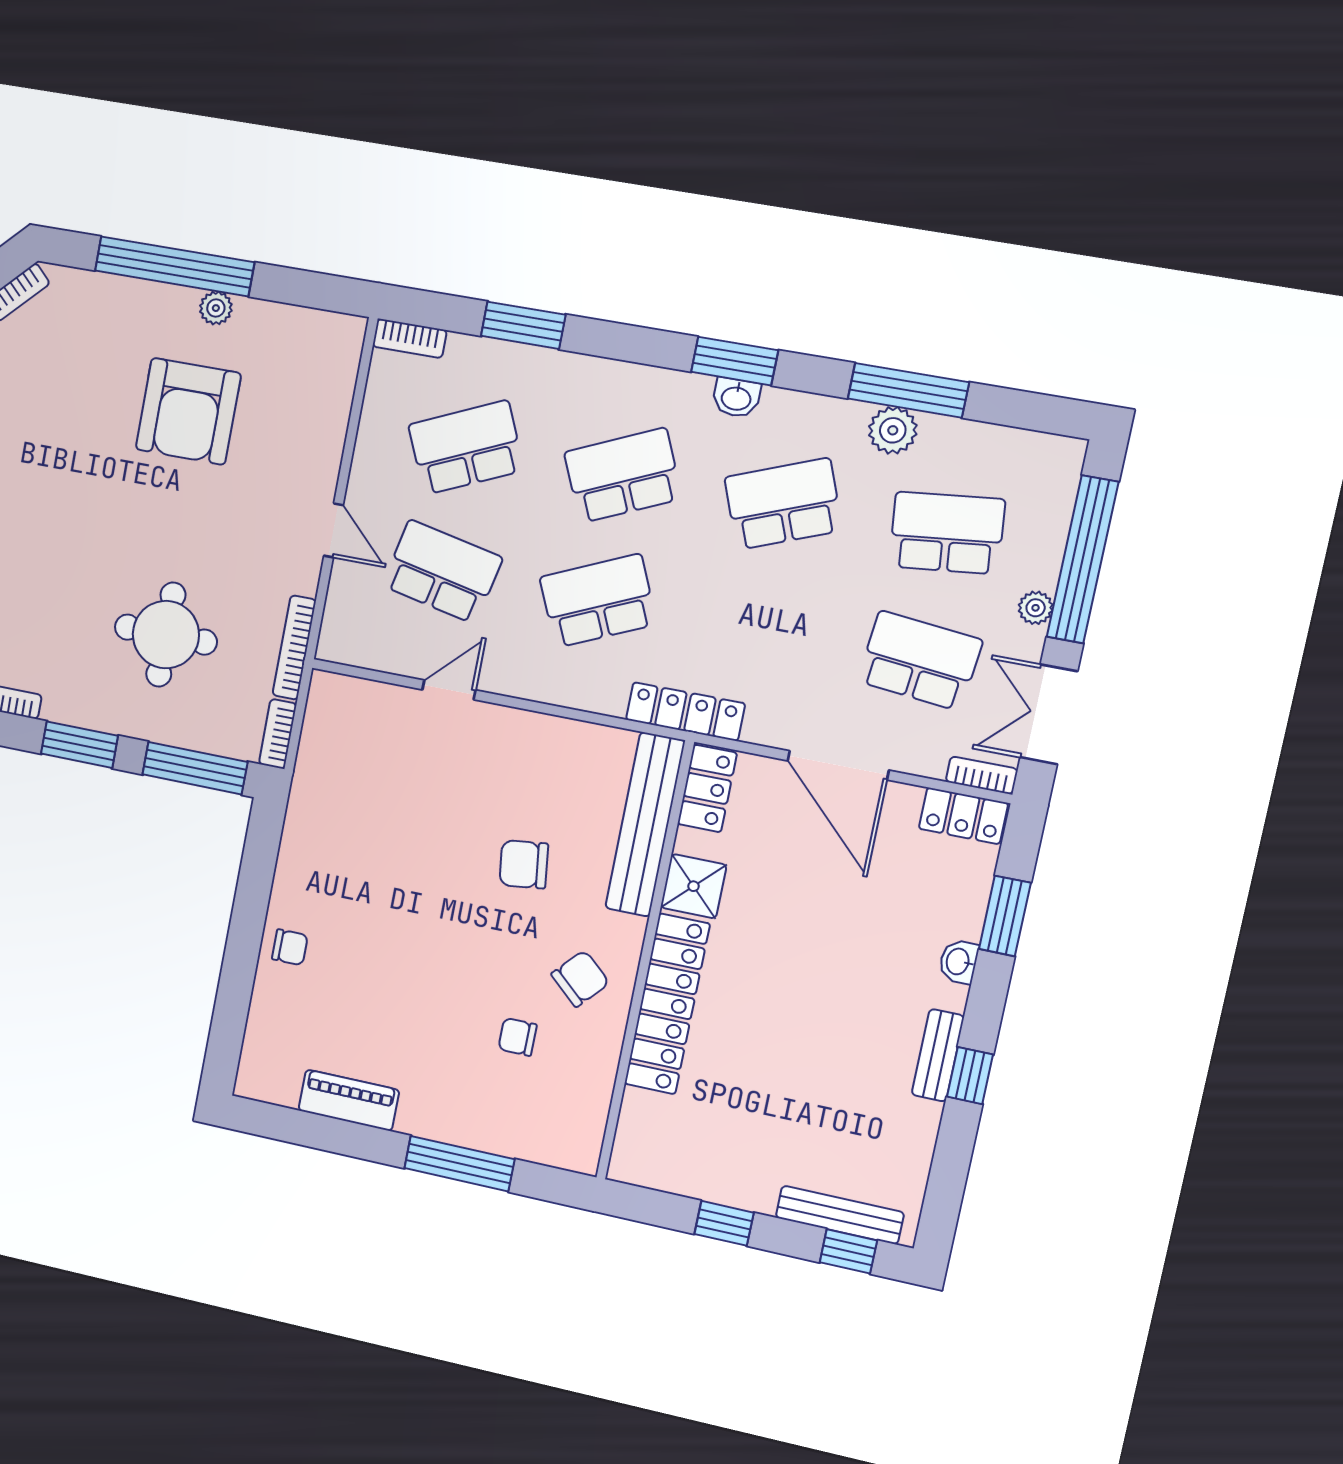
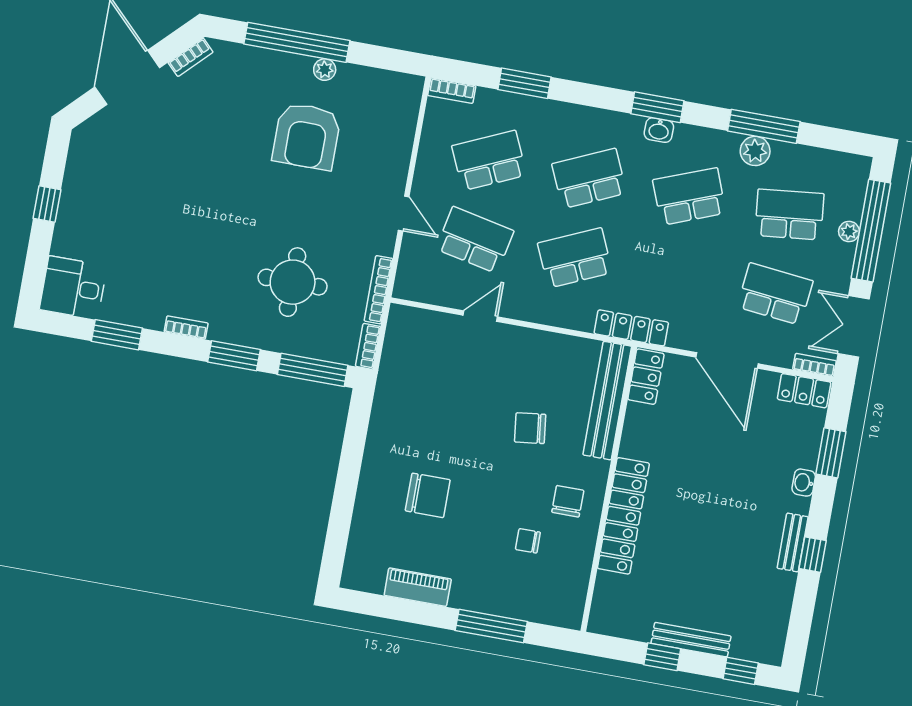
plant: (1036, 608) -> (849, 231), moved
shower: (694, 886) -> (639, 439), removed
chair: (290, 947) -> (428, 495), moved, width x1.87, depth x1.87
chair: (580, 979) -> (568, 501), turned -42
bench: (840, 1215) -> (691, 640), moved

